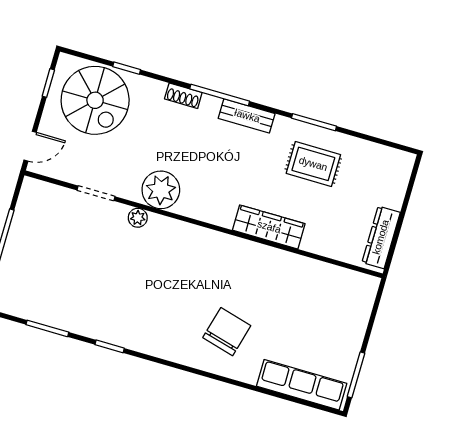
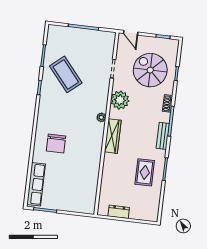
spiral stairs: (95, 100) -> (150, 70), moved, turned 90
plant: (138, 218) -> (101, 117), moved
wardrobe: (269, 227) -> (113, 136), moved
dresser: (381, 237) -> (119, 212), width x0.70
coffee table: (92, 289) -> (66, 74), added
chair: (227, 332) -> (56, 143), turned 75

